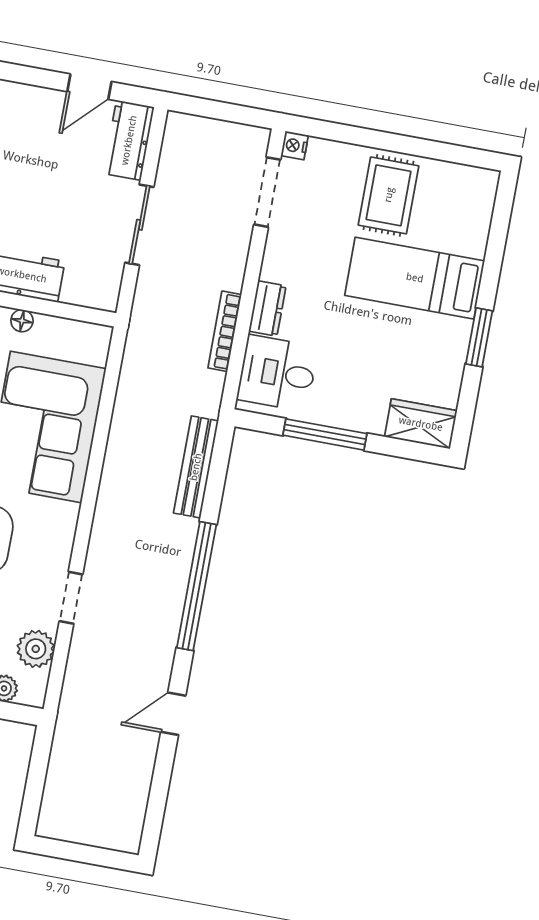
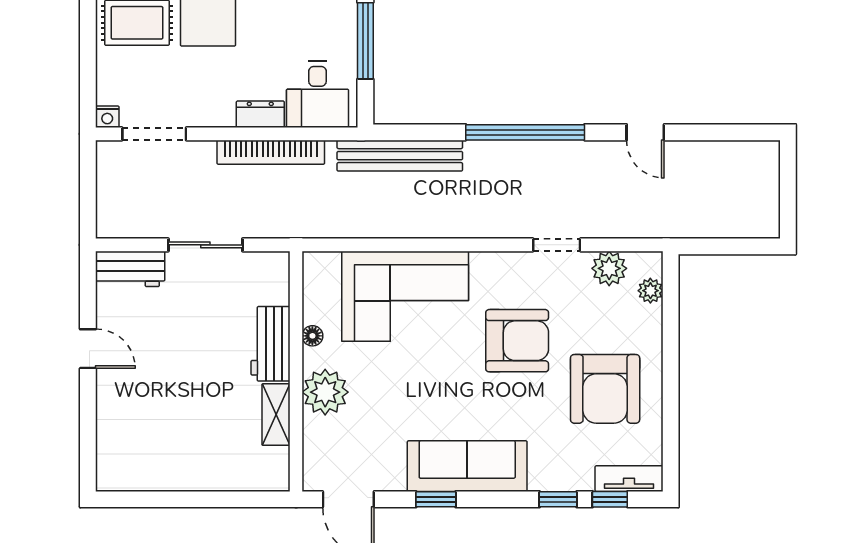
door: (89, 87) -> (88, 349), moved
bookcase: (225, 331) -> (271, 152), width x1.48, depth x1.31
bench: (196, 467) -> (400, 156), width x1.37, depth x1.21

